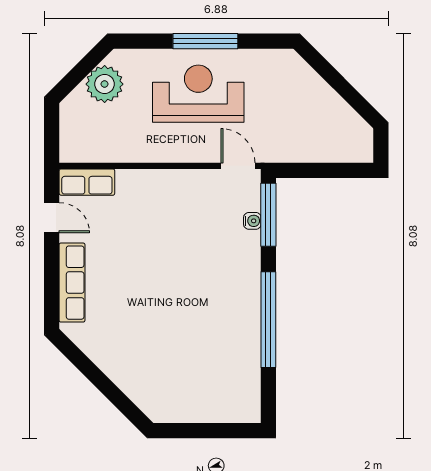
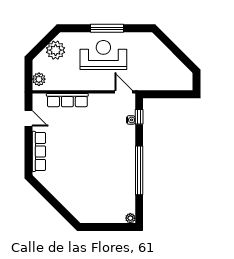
plant: (72, 141) -> (39, 79), added
row of seats: (87, 182) -> (67, 100), moved, width x1.48
window: (268, 215) -> (139, 117), width x0.46
plant: (251, 413) -> (130, 218), added

